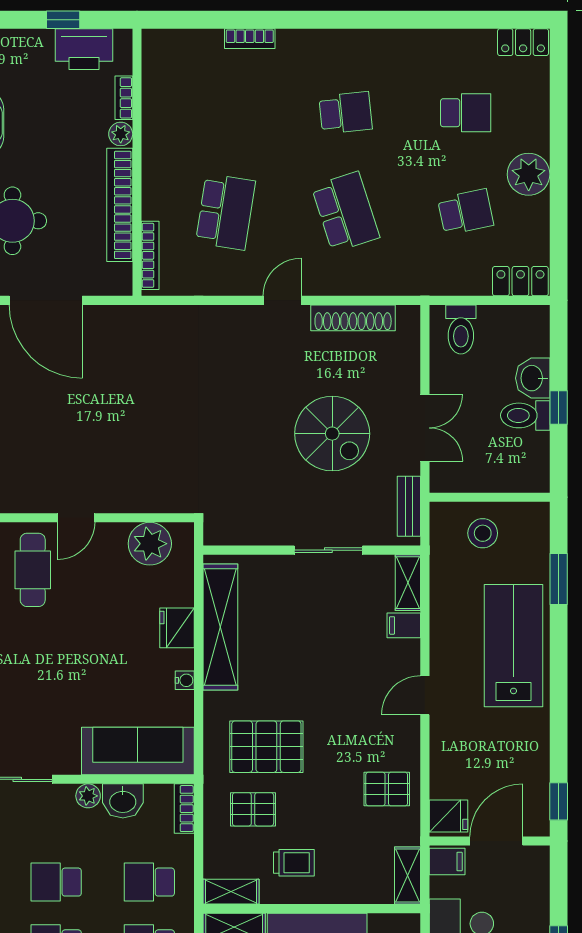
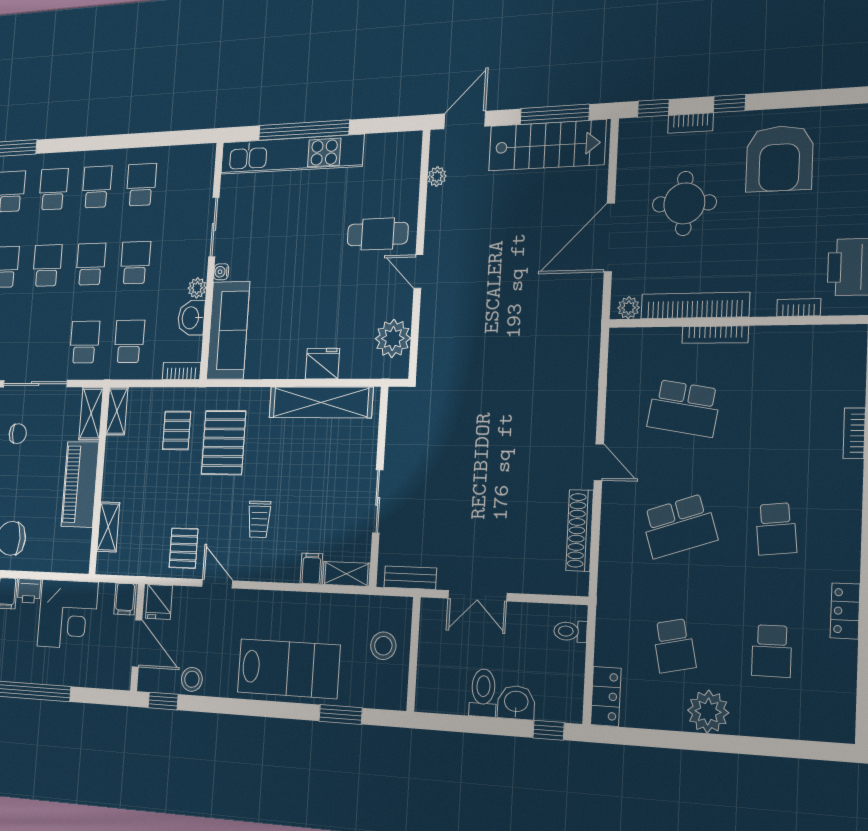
locker: (523, 42) -> (845, 611), moved
plant: (121, 134) -> (629, 308), moved
bookcase: (150, 255) -> (715, 335), moved
toilet: (461, 329) -> (570, 631), width x0.73, depth x0.72
window: (559, 407) -> (549, 730), moved
spiral stairs: (332, 434) -> (477, 508), removed
water cooler: (185, 680) -> (221, 272), moved, turned 90
door: (425, 695) -> (217, 584), moved
stool: (532, 766) -> (192, 679), added
trolley: (294, 863) -> (259, 519), moved
shelving: (408, 876) -> (108, 527), moved, turned 90

